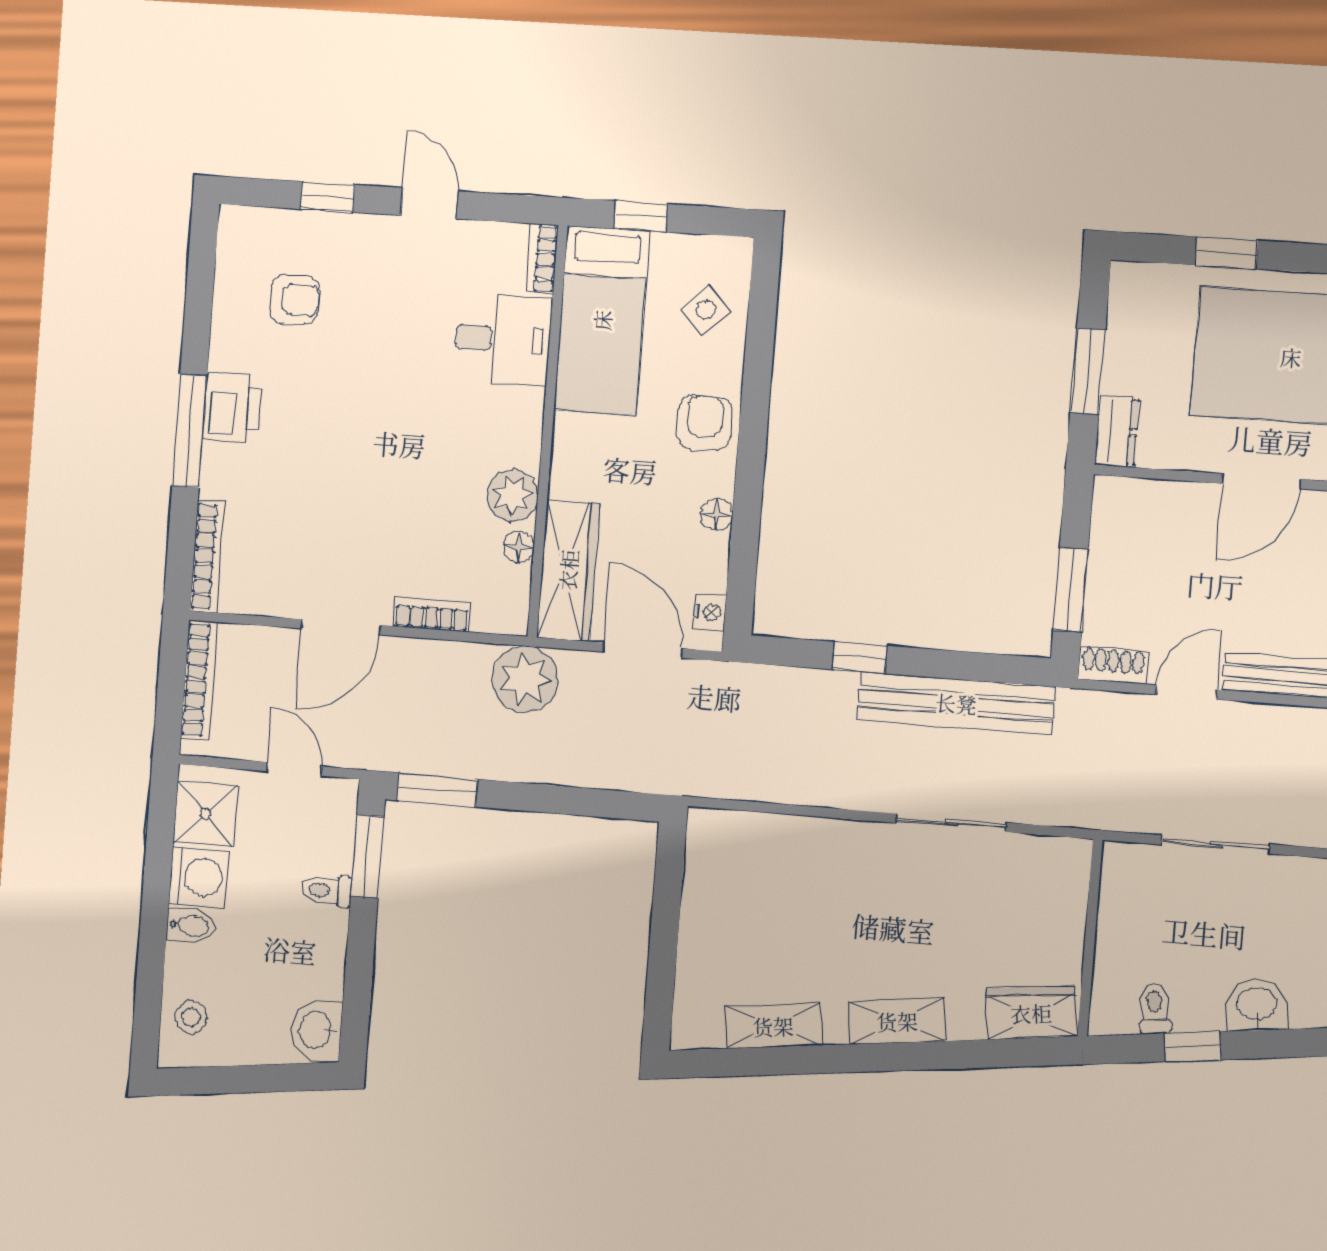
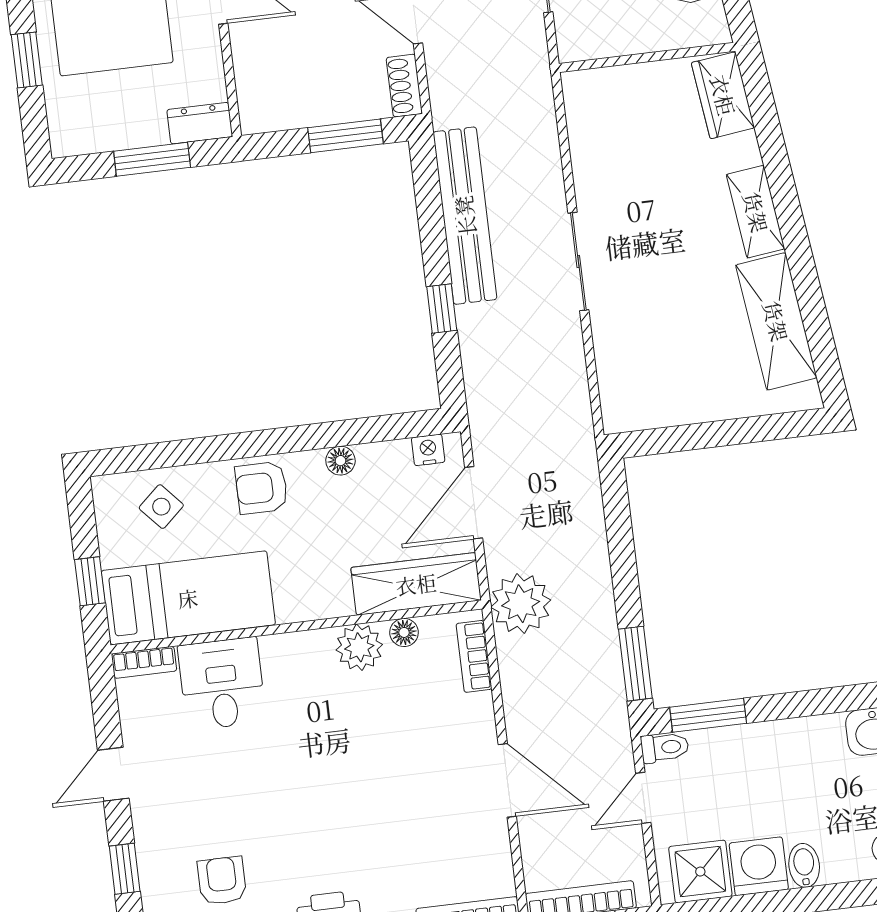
bookcase: (432, 614) -> (474, 656), moved
sliding door: (951, 823) -> (578, 261), moved
toilet: (327, 890) -> (665, 747), moved, turned -90
shelving: (773, 1026) -> (776, 321), width x1.50, depth x1.33

